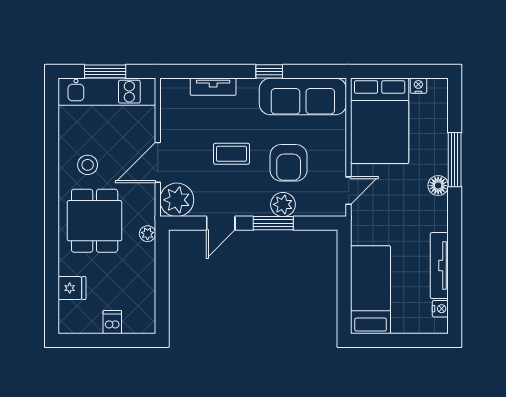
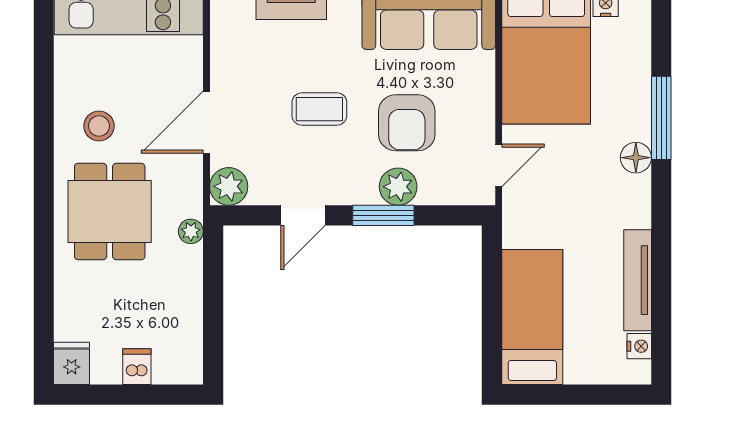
plant: (177, 200) -> (229, 186), width x0.73, depth x0.73
fridge: (72, 288) -> (72, 363), moved, turned -90

